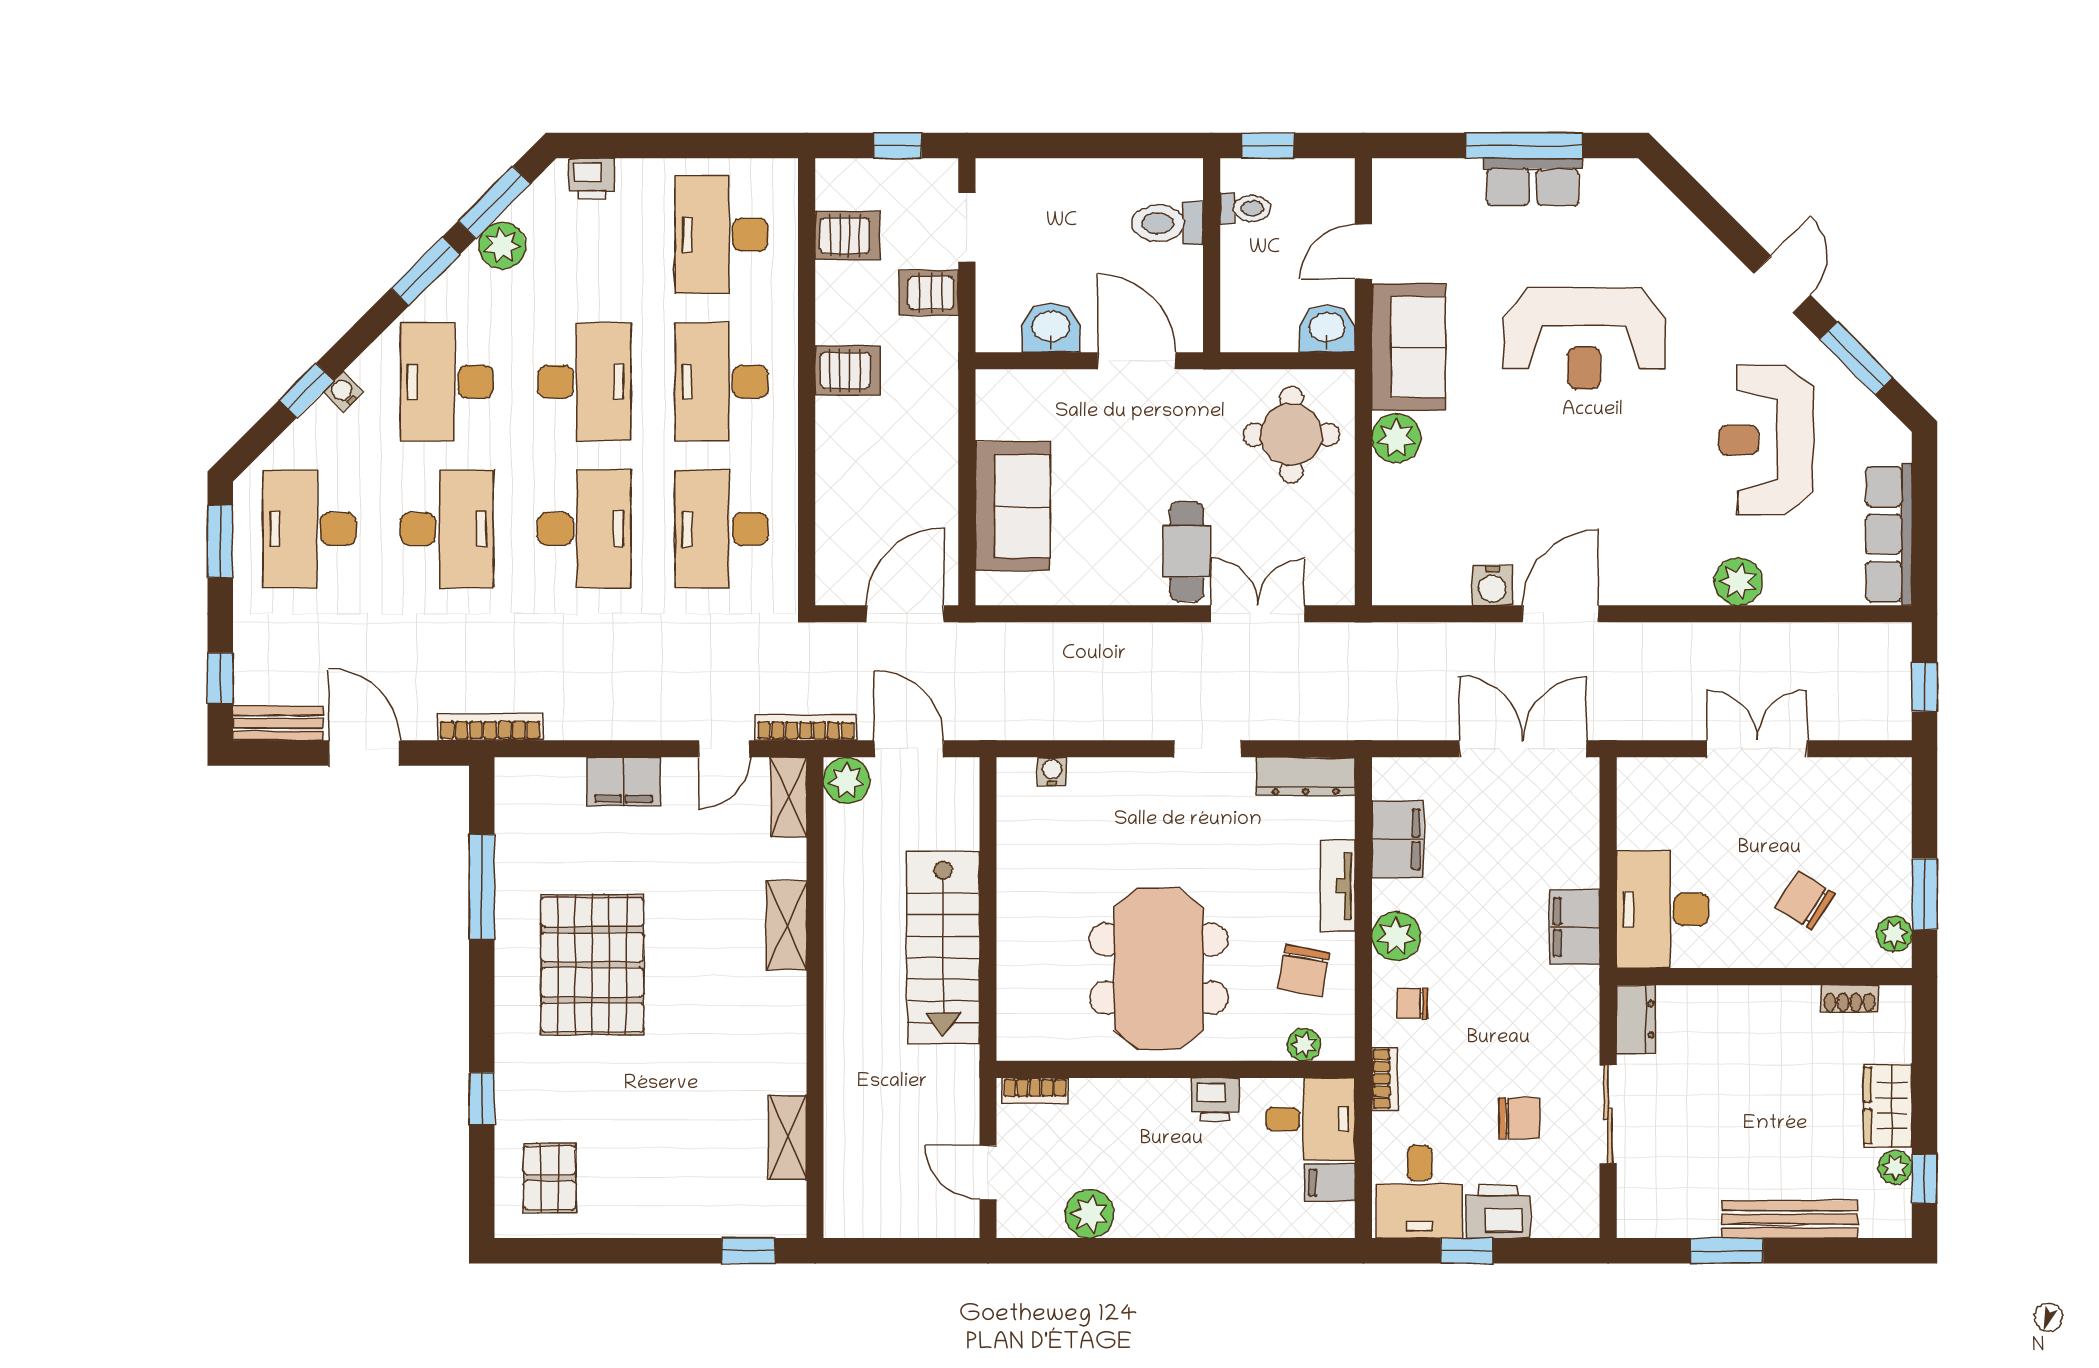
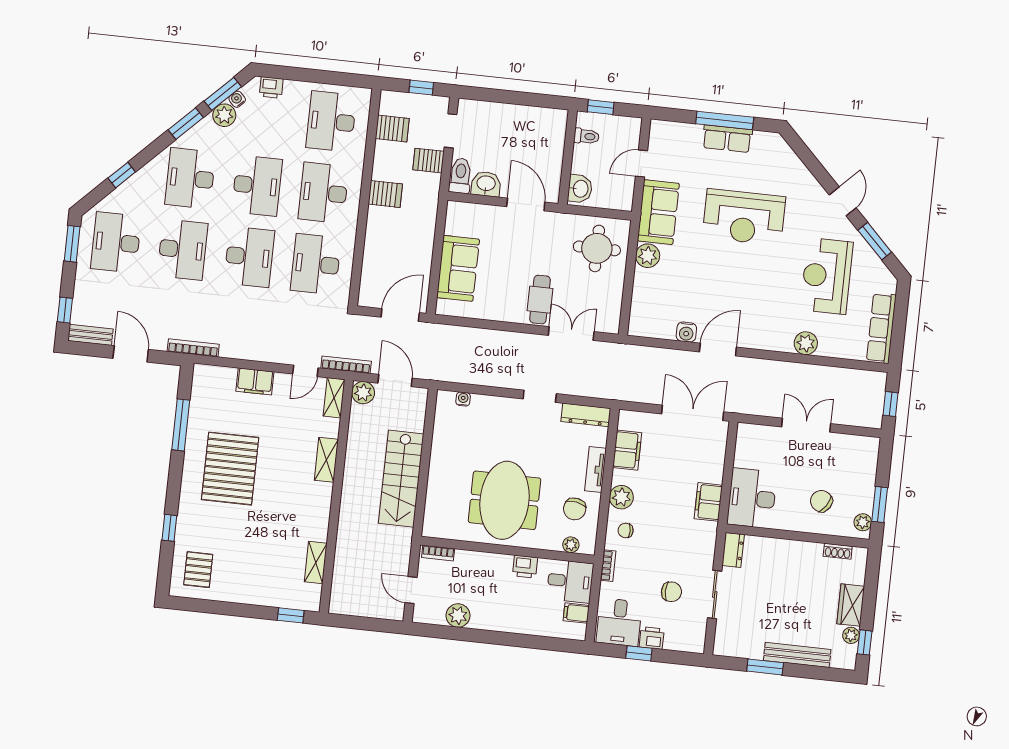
toilet: (1168, 223) -> (460, 176), moved, turned 90
washbasin: (1327, 329) -> (580, 189), moved, turned 90
water cooler: (343, 392) -> (237, 99), moved
printer: (1498, 1212) -> (652, 638), width x0.73, depth x0.81

